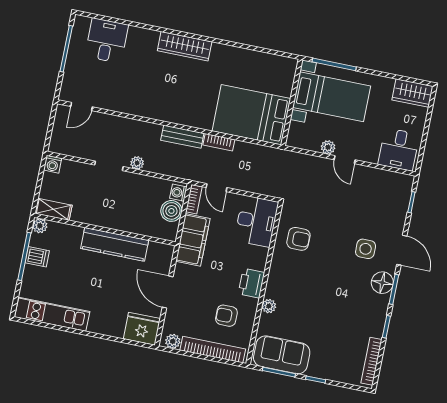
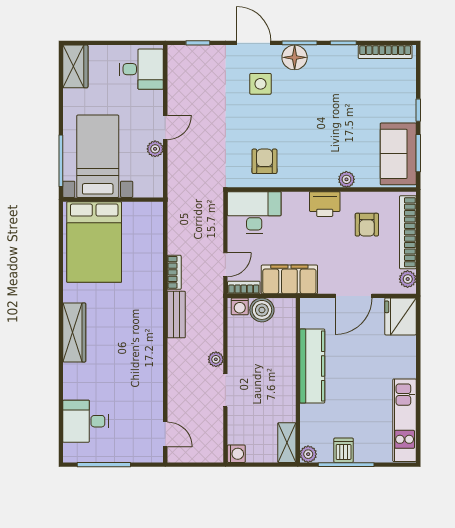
bed: (251, 115) -> (94, 242), moved
door: (402, 250) -> (254, 43), hinge flipped

